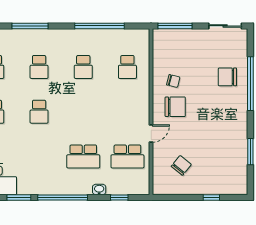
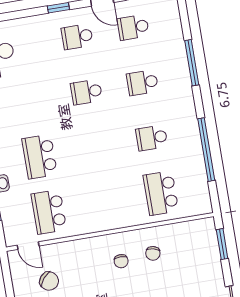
window: (175, 26) -> (222, 244), width x0.69
school desk: (127, 67) -> (161, 193), width x1.85
chair: (175, 107) -> (121, 261), width x0.54, depth x0.54
door: (151, 134) -> (28, 246), moved

